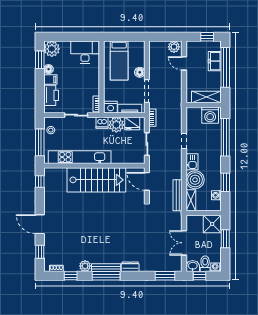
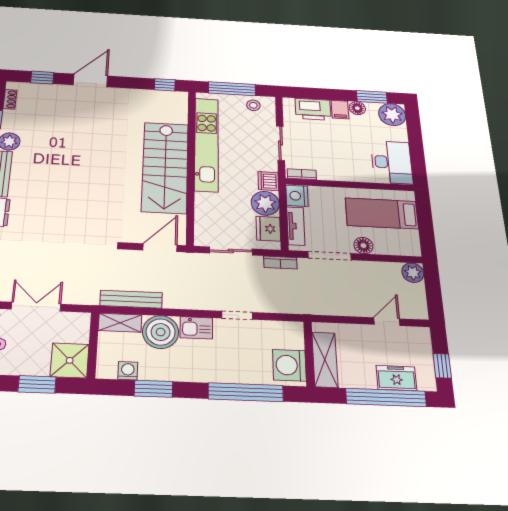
plant: (174, 47) -> (413, 273), moved

